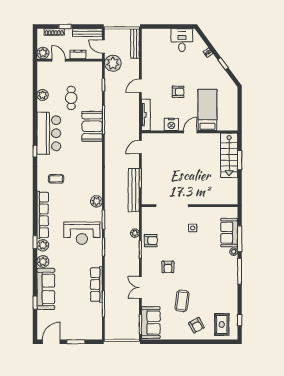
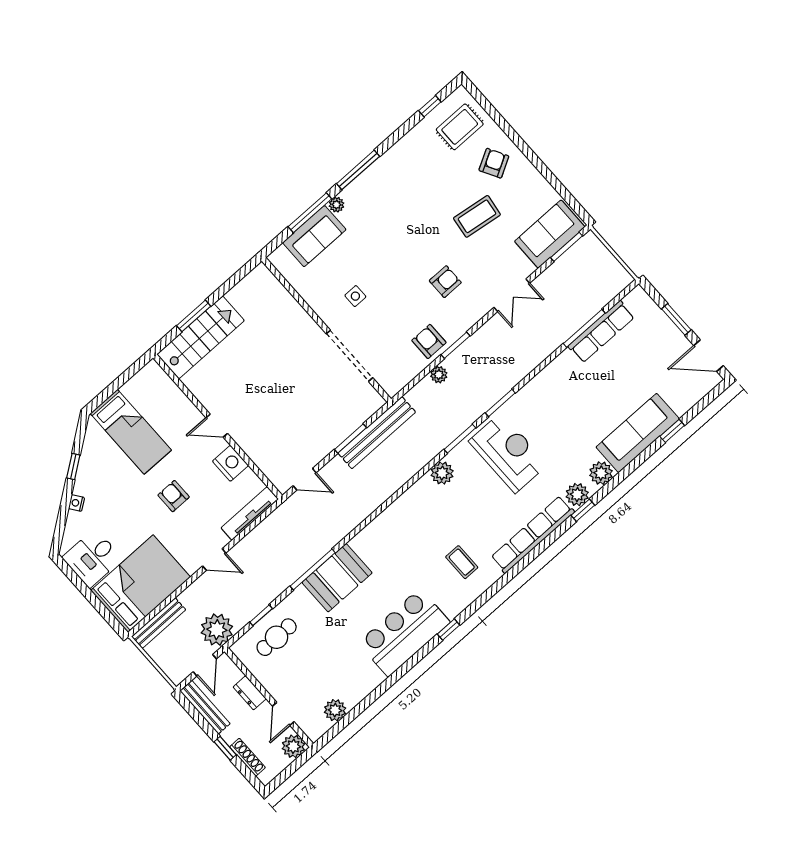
bed: (156, 50) -> (141, 584), added
plant: (43, 95) -> (335, 710), moved
cafe table: (71, 98) -> (277, 637), moved
bed: (207, 110) -> (131, 432), moved, turned -90
row of seats: (96, 285) -> (601, 332), moved

